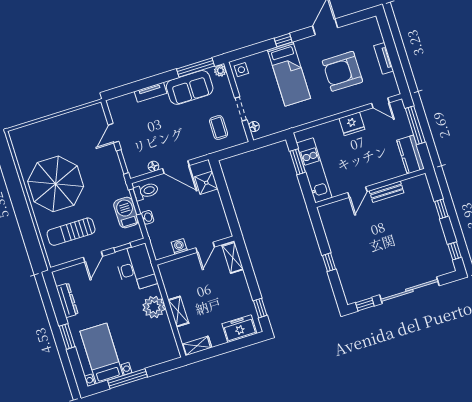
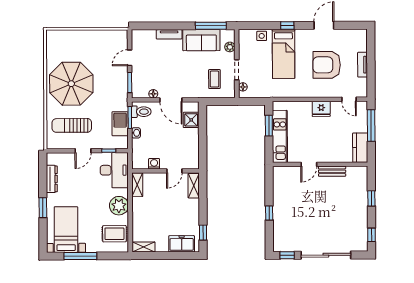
side table: (241, 70) -> (262, 36), moved
plant: (220, 71) -> (230, 47), moved
shelving: (178, 311) -> (137, 185), moved
rug: (159, 341) -> (114, 234), added

